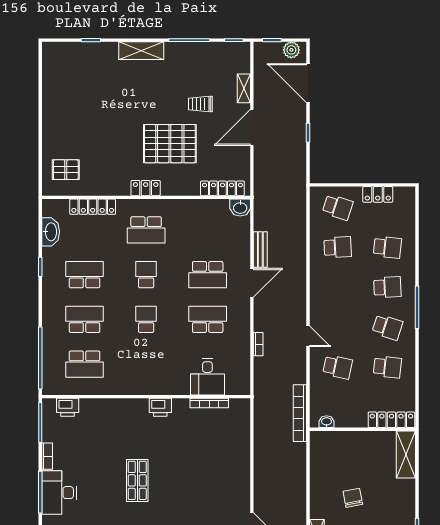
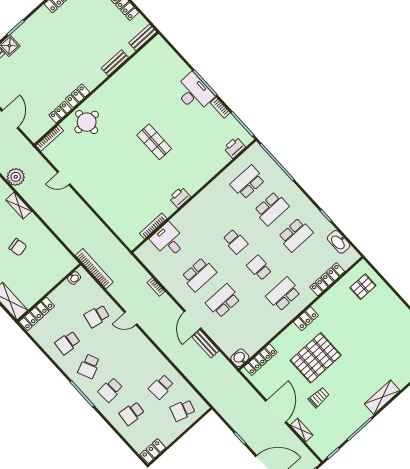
locker: (378, 194) -> (153, 451), moved
school desk: (146, 275) -> (259, 268), turned 180
school desk: (387, 327) -> (89, 366), turned -42

